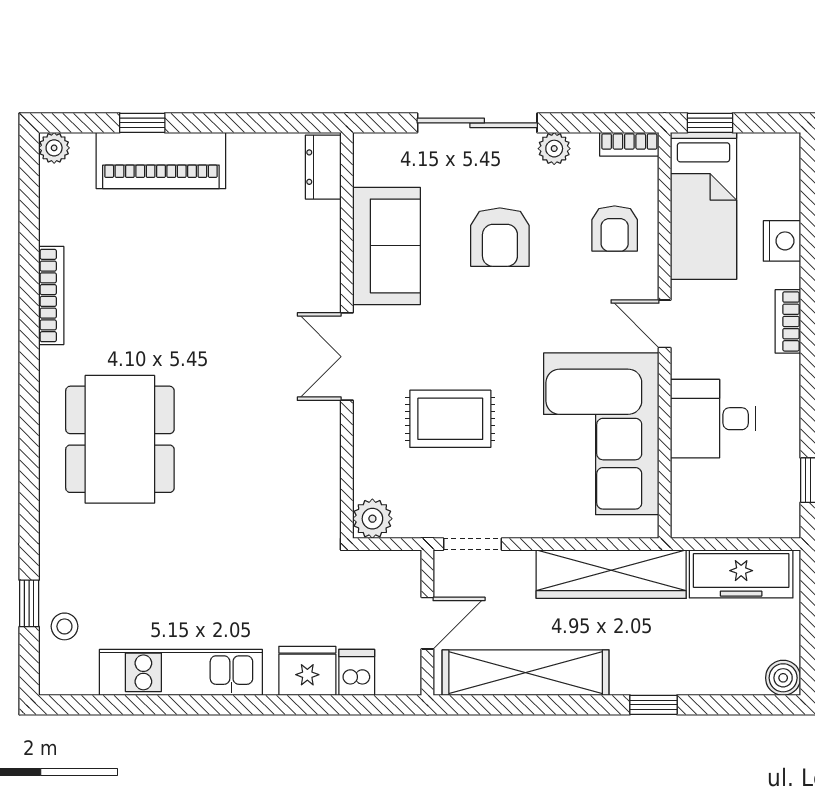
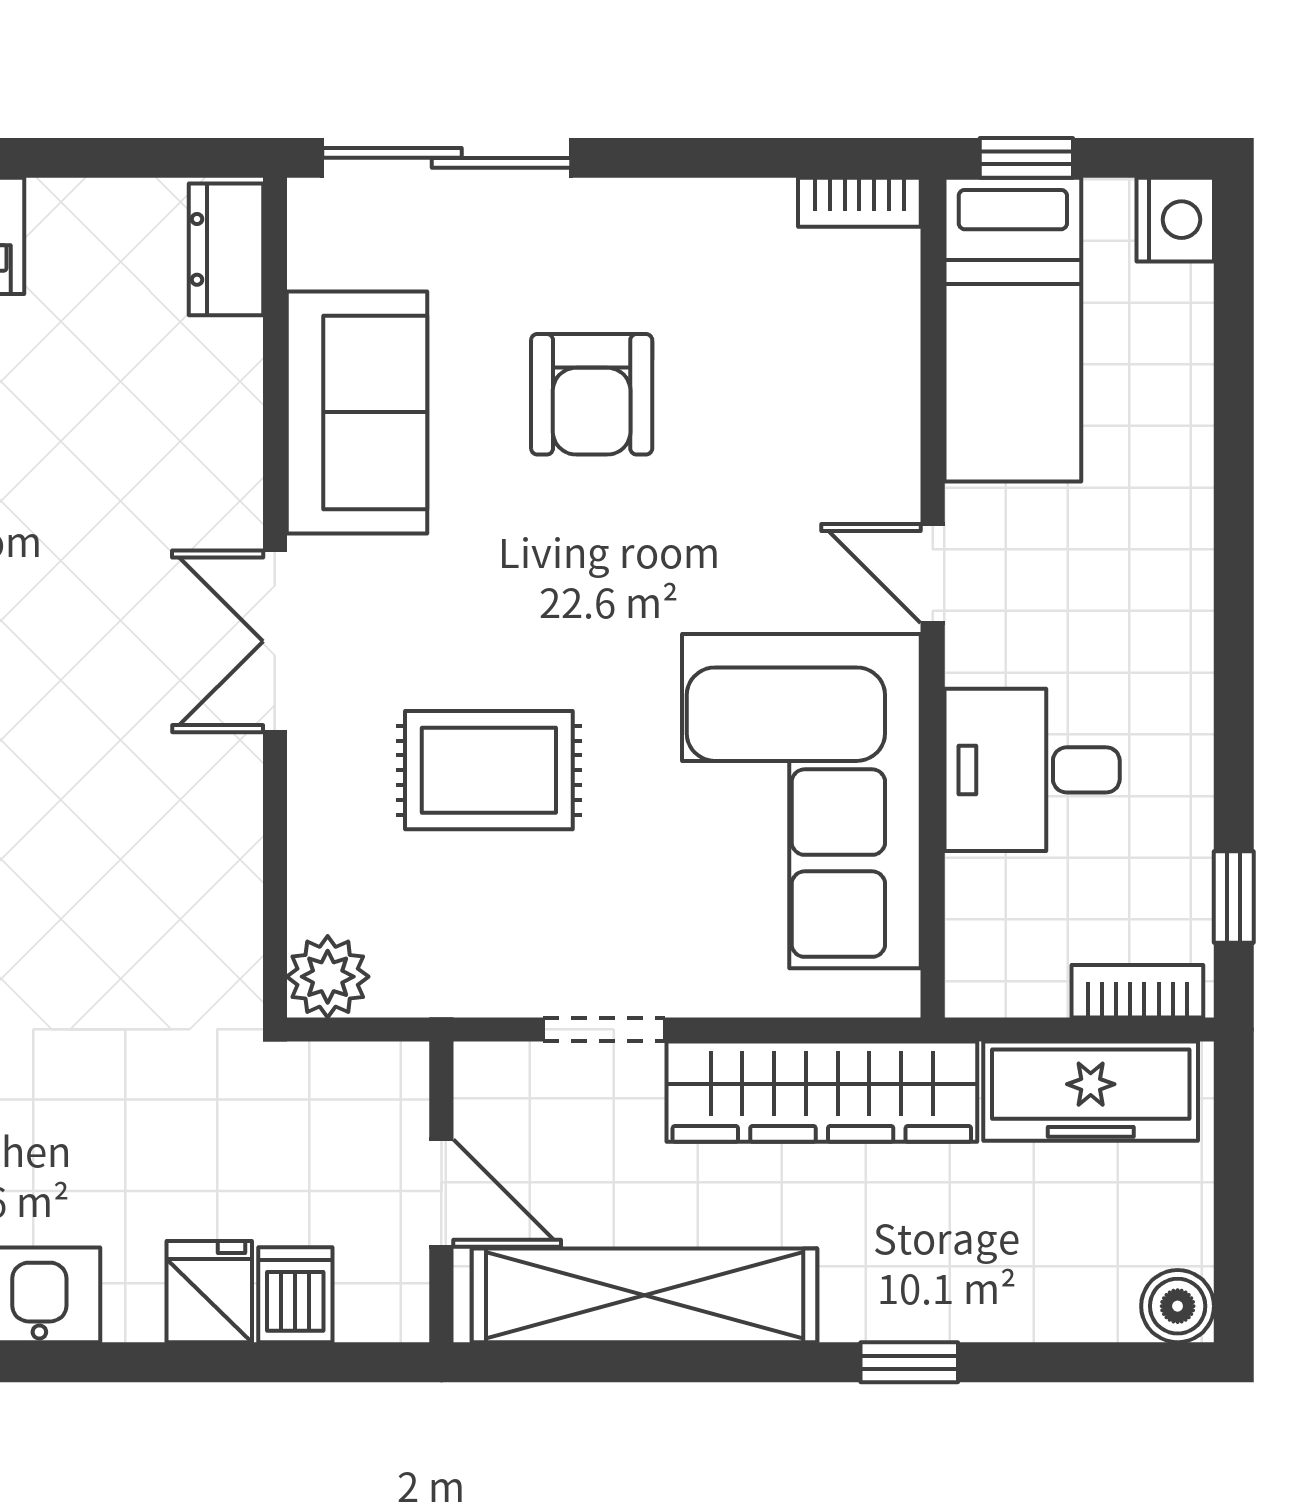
sliding door: (477, 123) -> (447, 158), moved
plant: (554, 149) -> (704, 211), removed
armchair: (615, 229) -> (829, 377), removed
nightstand: (782, 241) -> (1175, 220), moved
bookcase: (788, 321) -> (1137, 991), moved, turned 90
doorway: (472, 544) -> (604, 1029), moved
door: (427, 623) -> (441, 1193), hinge flipped
fridge: (307, 671) -> (209, 1292), width x0.72

